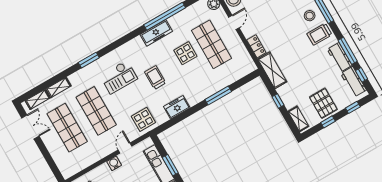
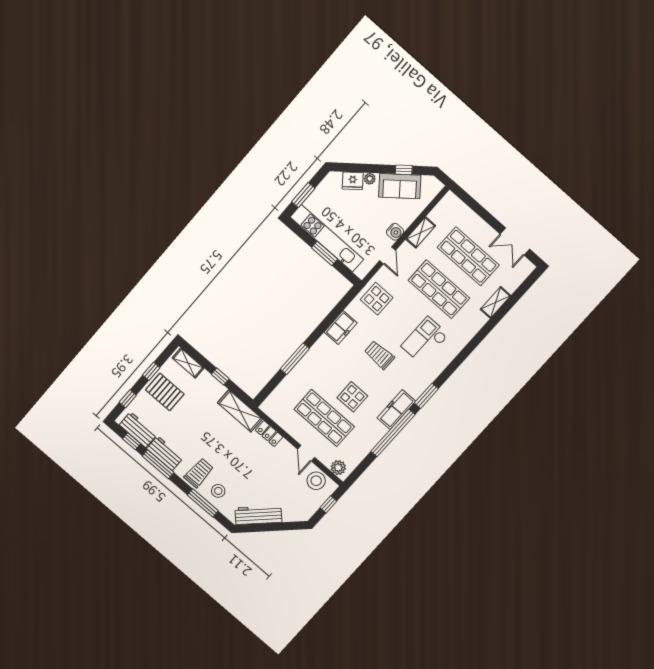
window: (89, 60) -> (426, 396), moved
trolley: (155, 77) -> (379, 355), turned 180
shelving: (38, 99) -> (421, 232), moved

